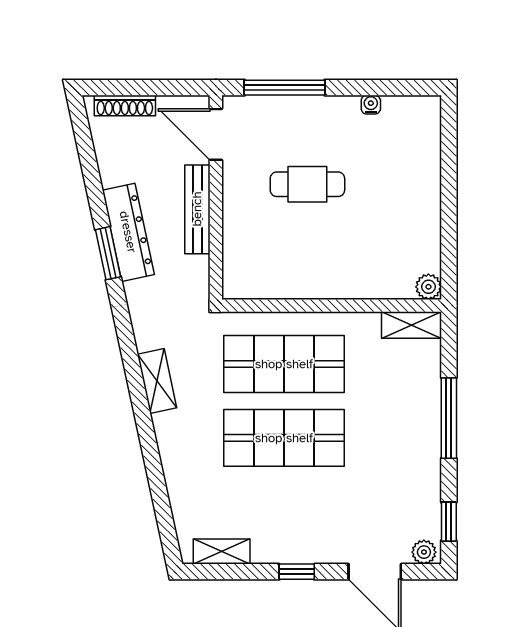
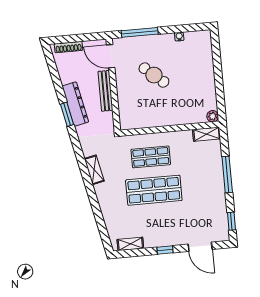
cafe table: (307, 184) -> (154, 75), turned 41
shop shelf: (284, 364) -> (151, 157), width x0.70, depth x0.74
plant: (424, 552) -> (222, 236), removed

